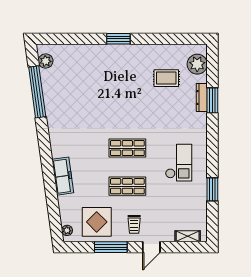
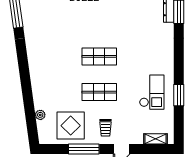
checkout: (179, 163) -> (152, 92), moved
freezer: (63, 176) -> (39, 83), removed
plant: (67, 230) -> (40, 115), moved

